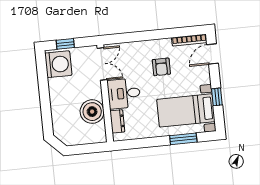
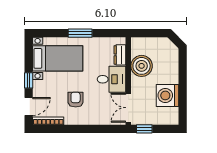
window: (65, 44) -> (144, 129), moved
washing machine: (58, 64) -> (168, 95), moved
window: (217, 97) -> (29, 80), moved
window: (183, 139) -> (80, 33), moved

